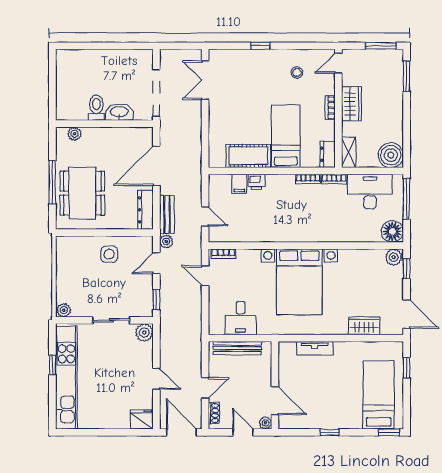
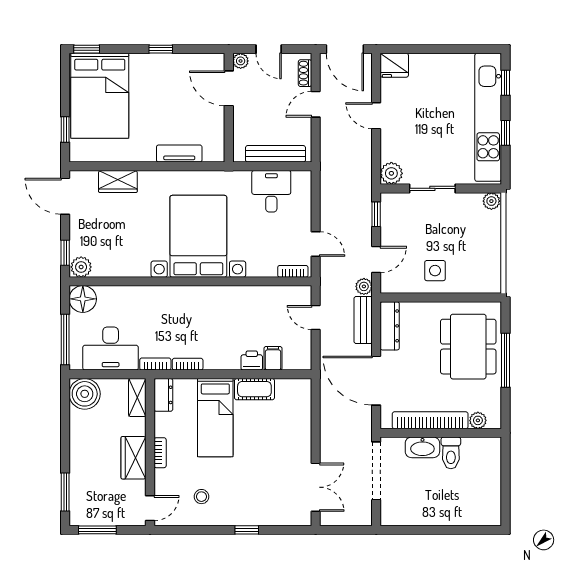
bookcase: (113, 134) -> (430, 420), added
cot: (248, 156) -> (254, 389), width x0.73, depth x0.75
door: (156, 166) -> (376, 381), swing flipped
bed: (379, 395) -> (100, 96), width x1.50
window: (52, 405) -> (505, 83), added

